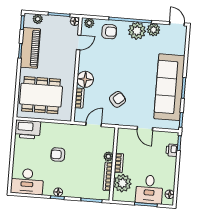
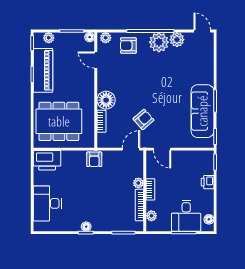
armchair: (109, 32) -> (128, 46), turned 180
door: (79, 42) -> (96, 60), swing flipped
sofa: (169, 87) -> (202, 111), width x0.74, depth x0.79
door: (94, 124) -> (131, 149), moved
door: (145, 129) -> (162, 149), moved
printer: (172, 150) -> (208, 182), moved
armchair: (58, 155) -> (94, 159), moved, turned -90
desk: (27, 181) -> (47, 203), moved, turned 90
plant: (122, 183) -> (151, 216), width x0.53, depth x0.53

